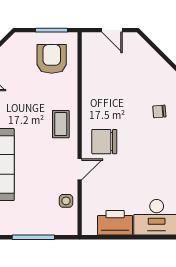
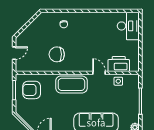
coffee table: (61, 124) -> (71, 84), width x1.86, depth x1.72
chair: (104, 142) -> (57, 54), moved, turned 90
printer: (115, 223) -> (119, 64), moved, turned 90

